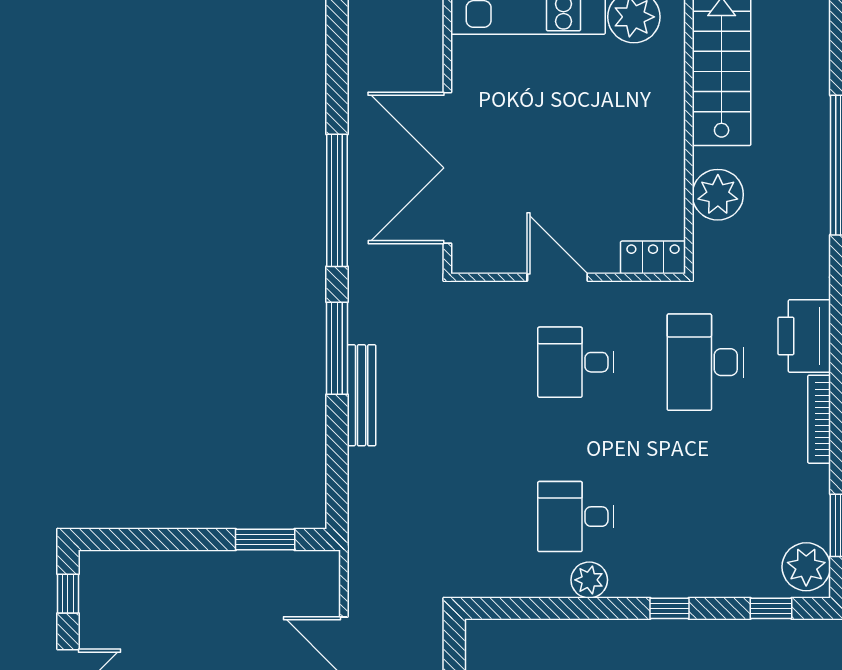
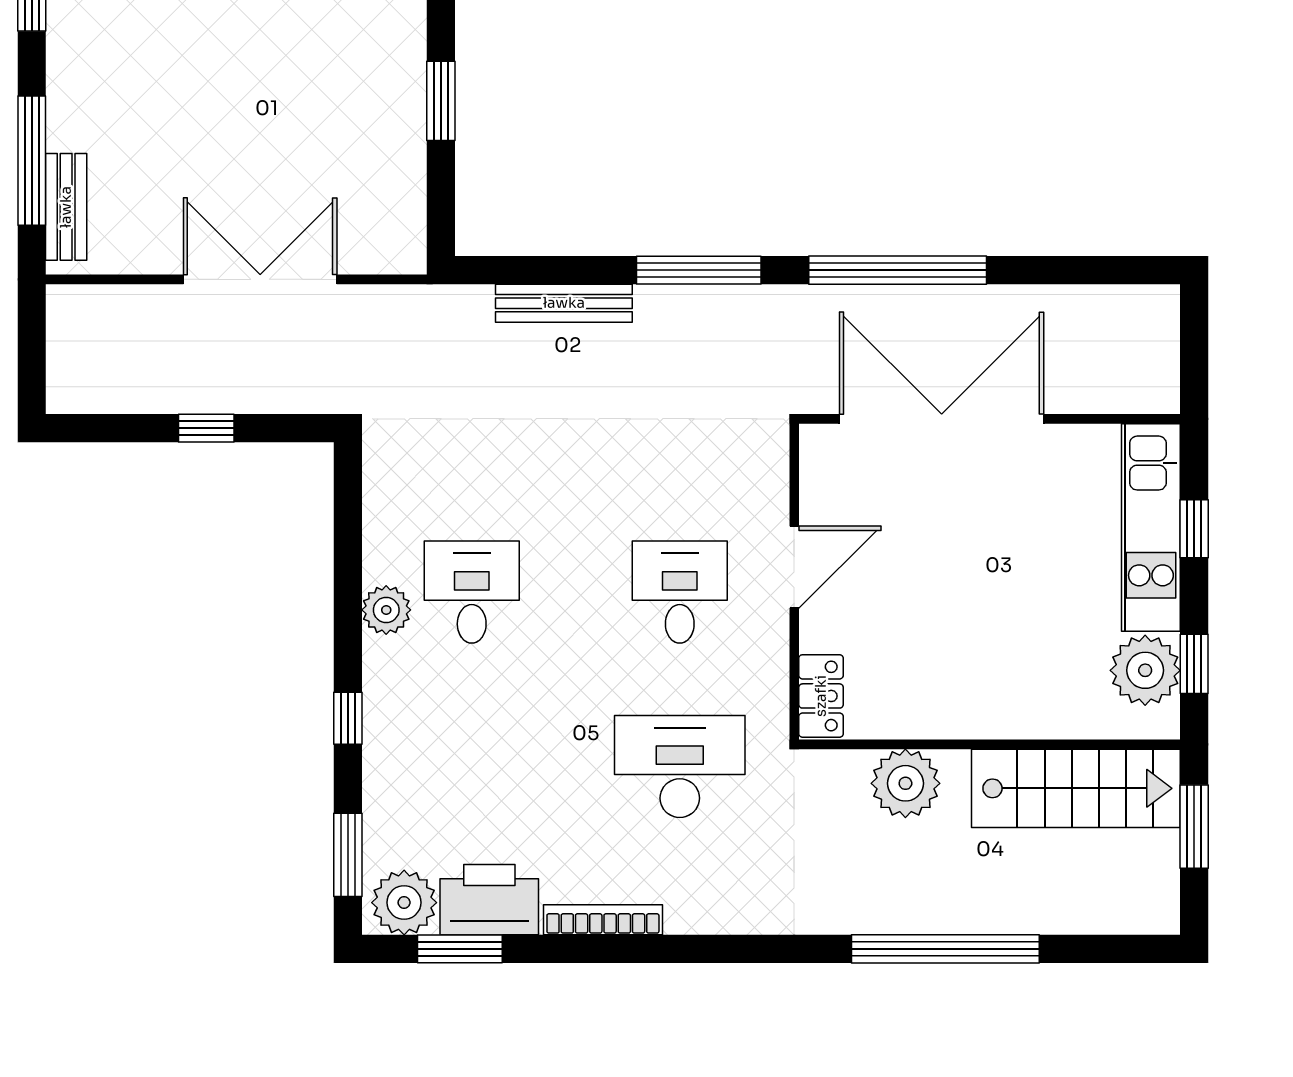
printer: (804, 336) -> (489, 900), moved
bench: (362, 395) -> (564, 303), moved
window: (265, 539) -> (441, 101), moved
window: (771, 608) -> (348, 855), width x1.50

